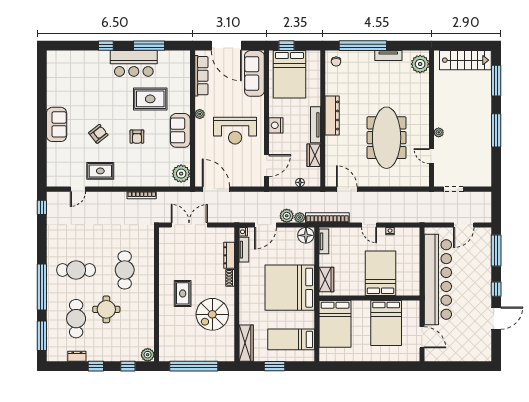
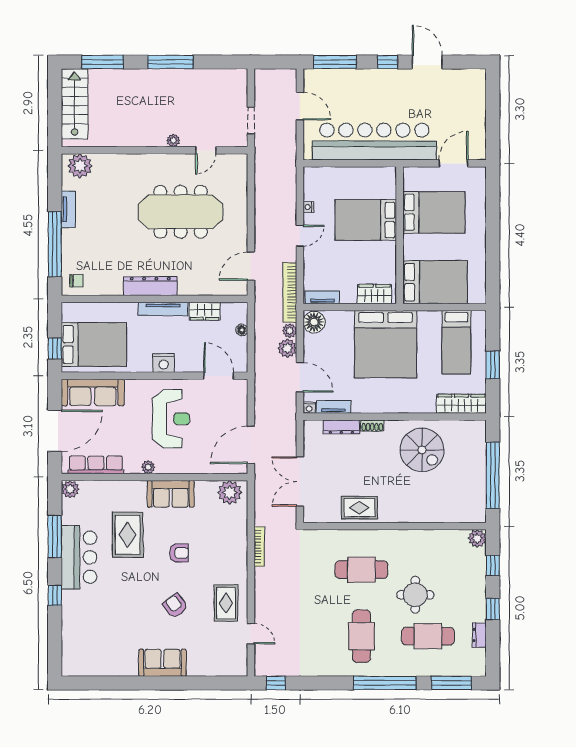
plant: (184, 57) -> (70, 489), added
rug: (183, 293) -> (359, 508), moved

